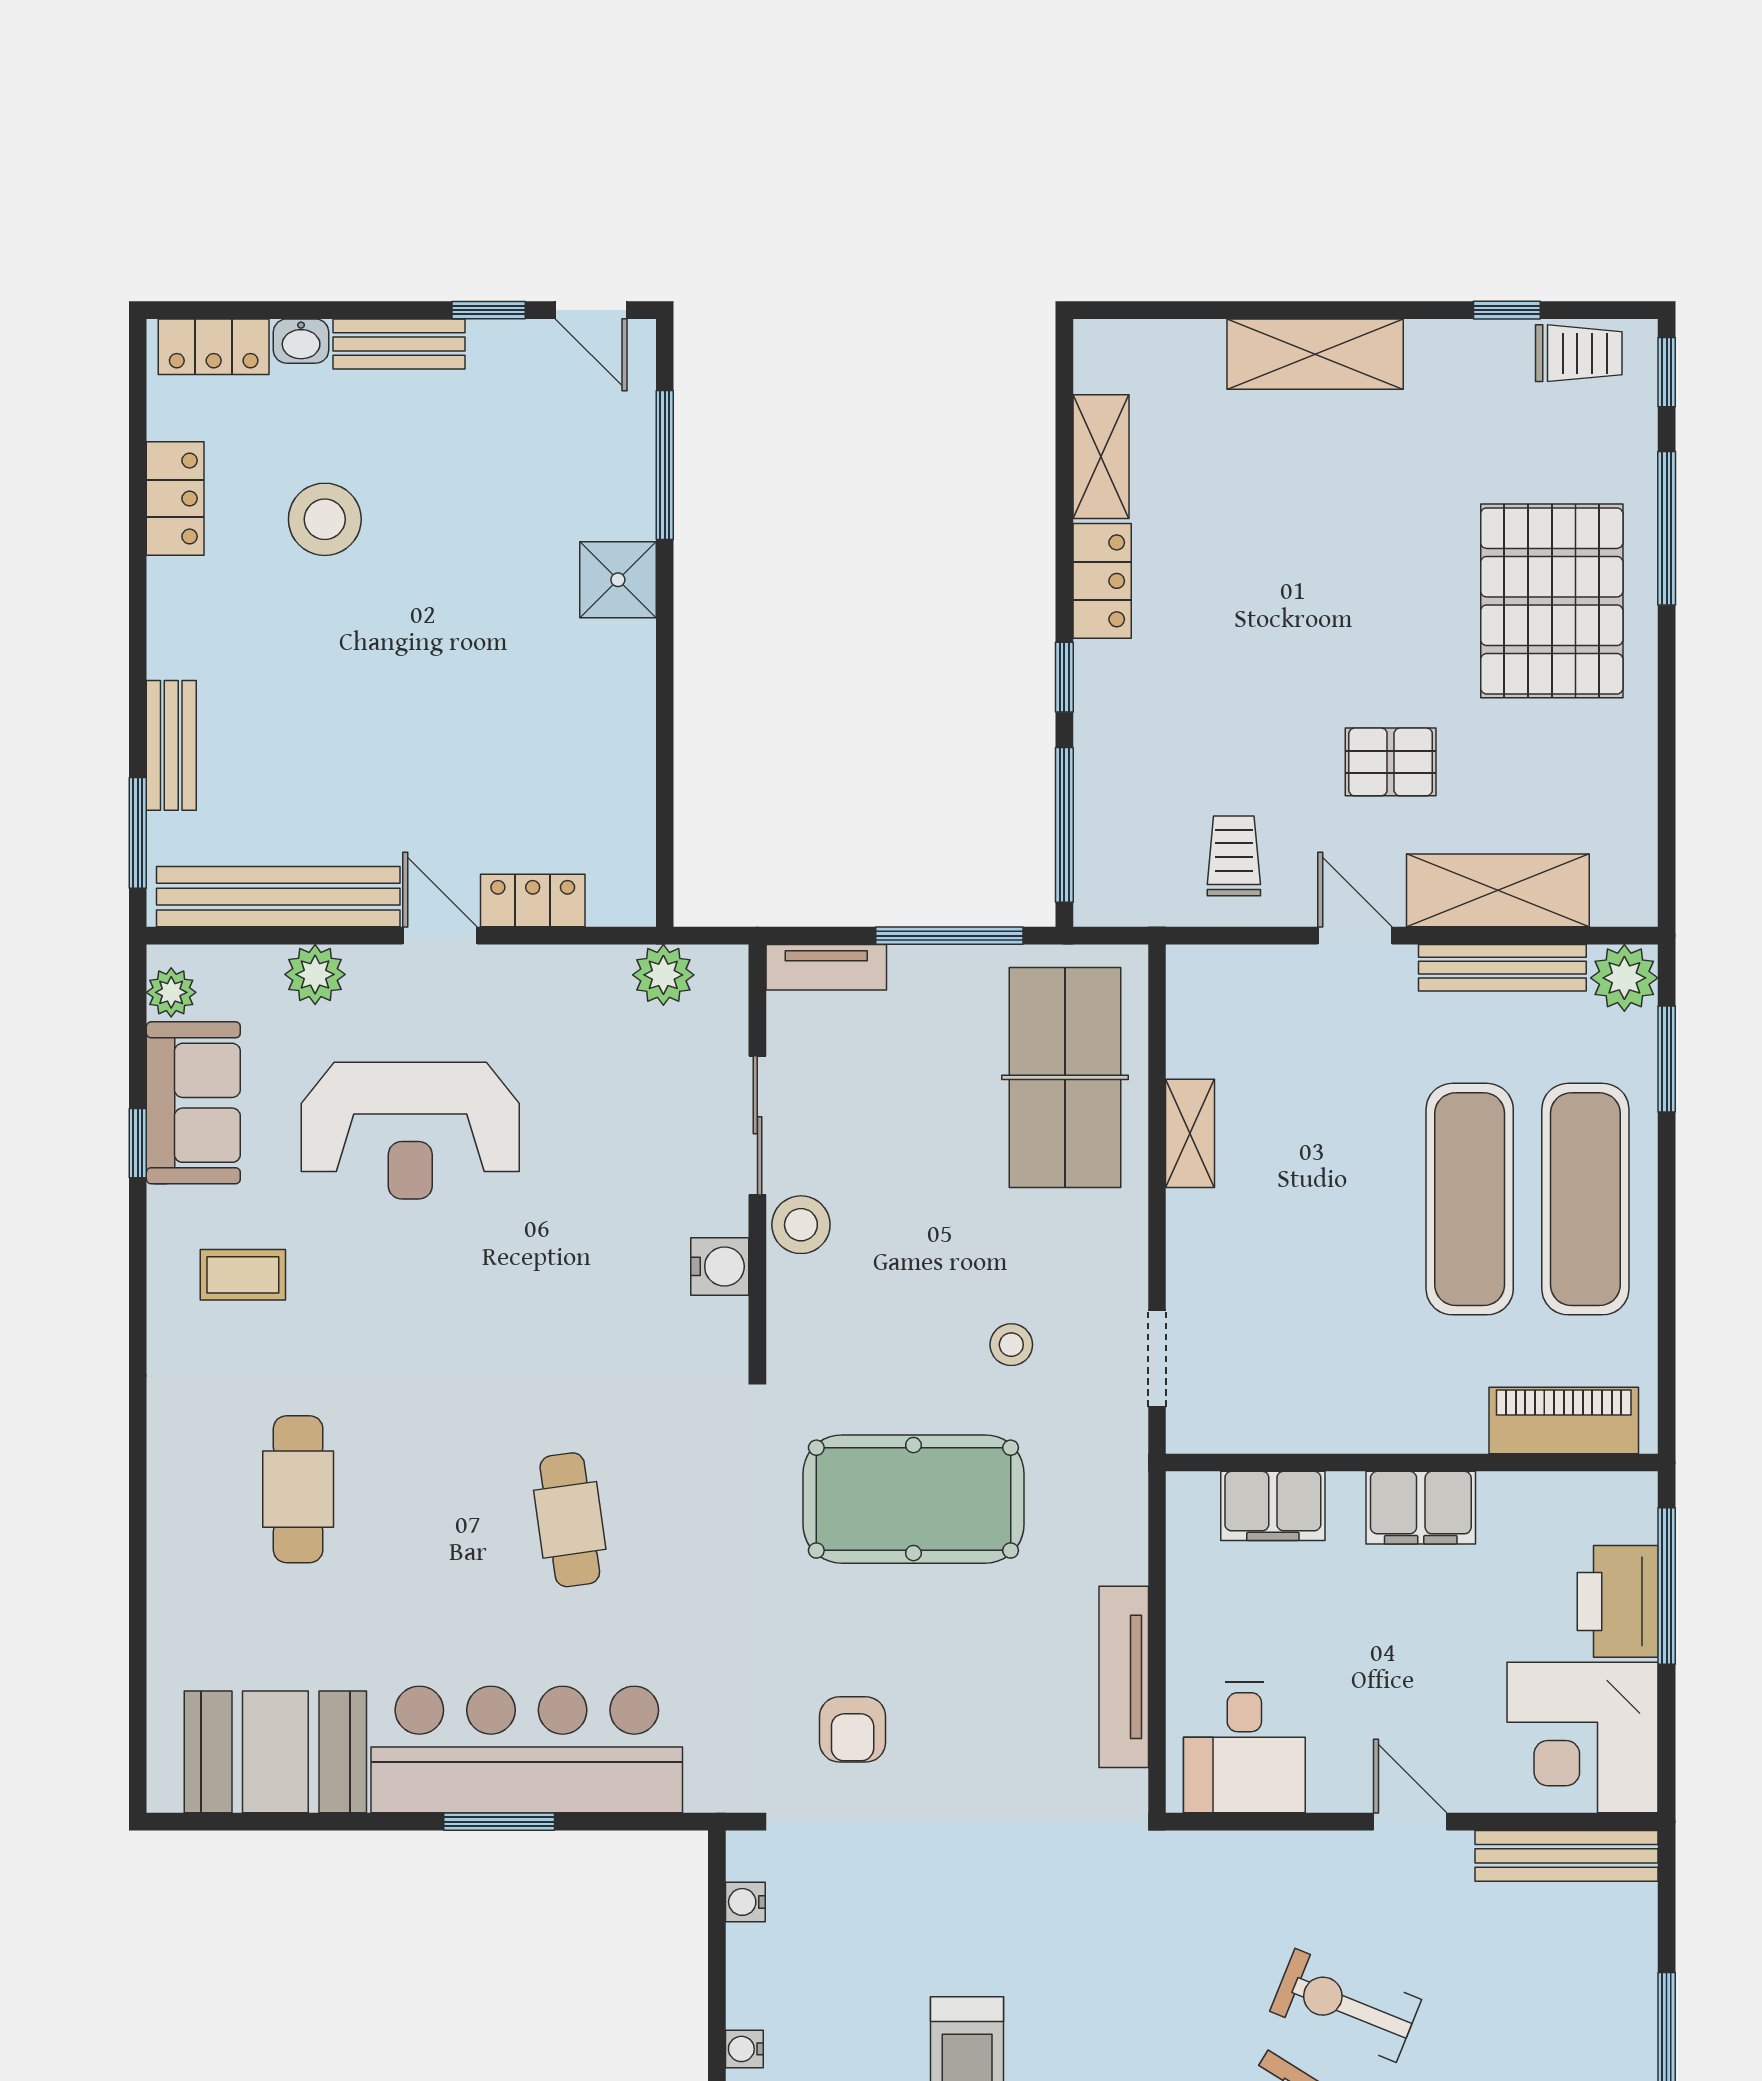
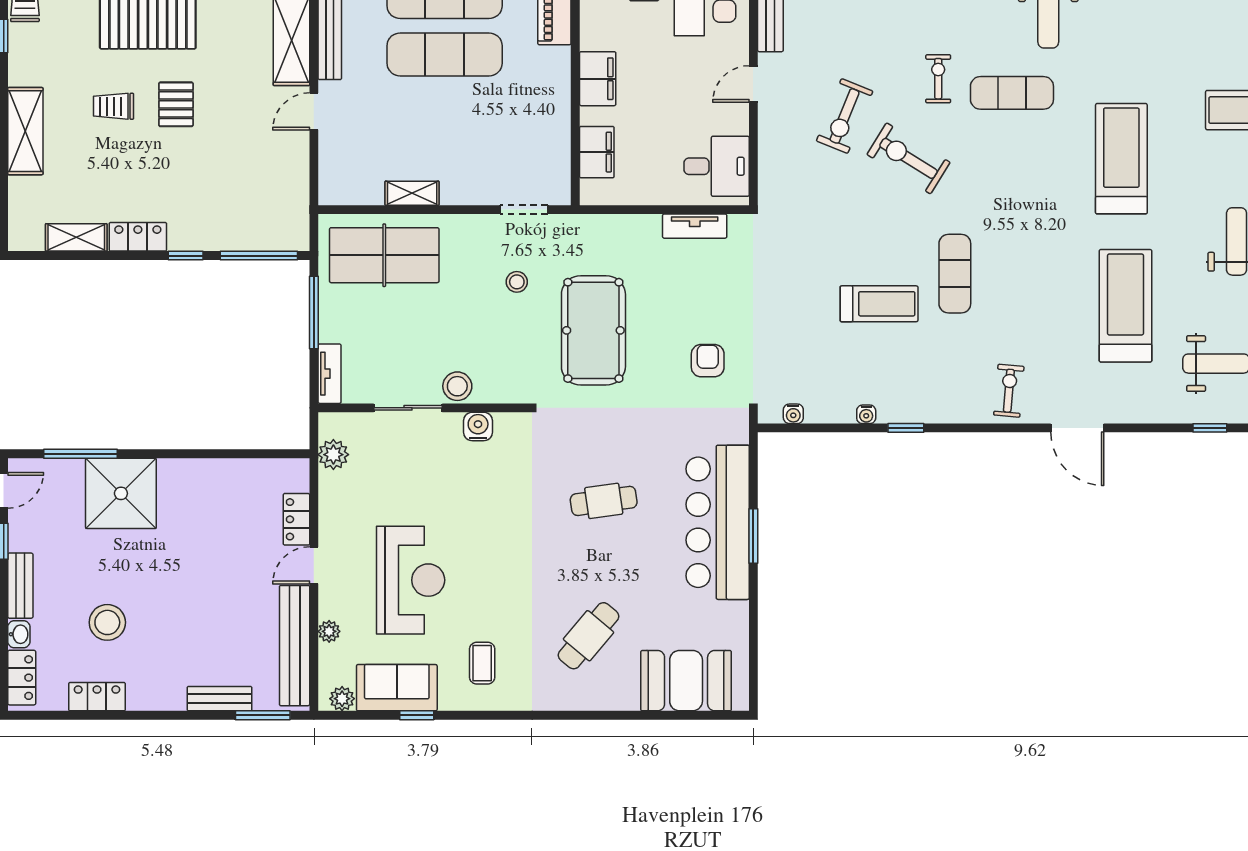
shower: (618, 580) -> (121, 493), width x1.86, depth x1.86
pallet: (1391, 762) -> (176, 104), moved
trolley: (1234, 856) -> (114, 106), moved
plant: (315, 974) -> (329, 631), width x0.73, depth x0.73
cafe table: (298, 1489) -> (589, 636), turned -50
tv unit: (1124, 1677) -> (695, 226), width x0.71
armchair: (853, 1729) -> (708, 361), turned -90
booth: (275, 1752) -> (686, 681), moved, turned 90

